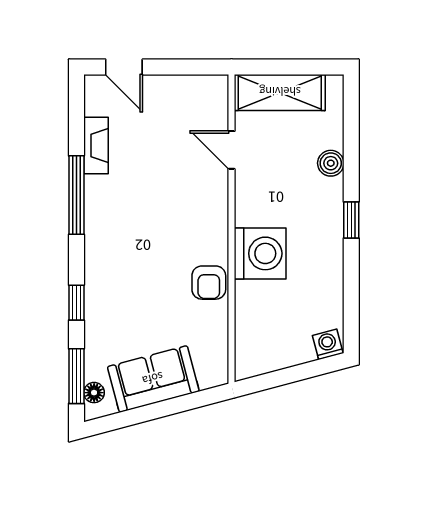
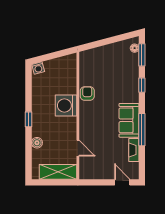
sofa: (153, 379) -> (129, 120), moved, turned 105

